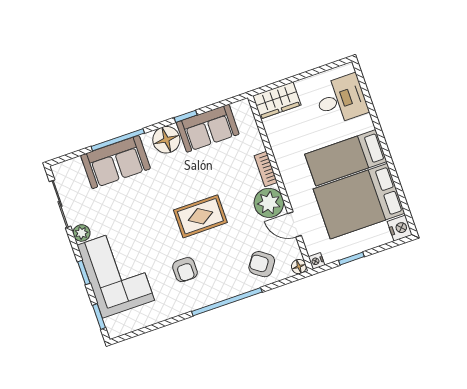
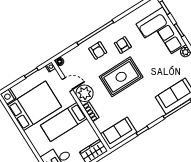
sofa: (208, 128) -> (119, 133), moved
floor lamp: (166, 140) -> (150, 115), removed
bed: (346, 158) -> (64, 122), moved, turned 180
rug: (200, 216) -> (121, 77), width x1.36, depth x1.43
armchair: (262, 264) -> (98, 51), moved, turned 55

